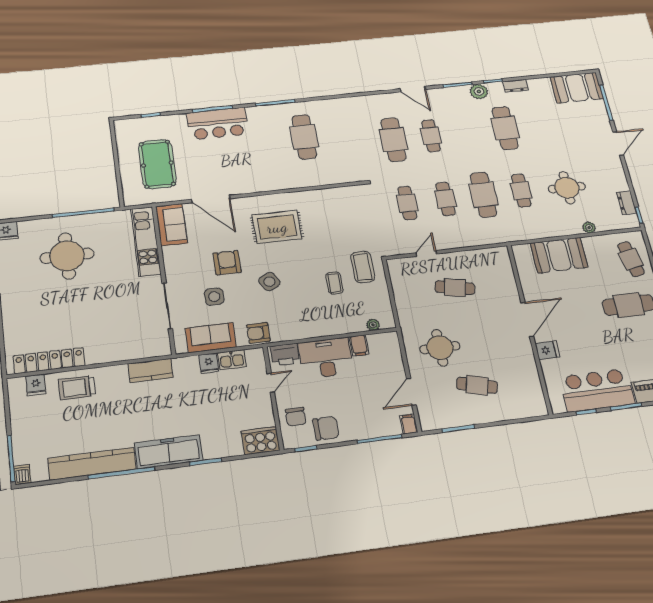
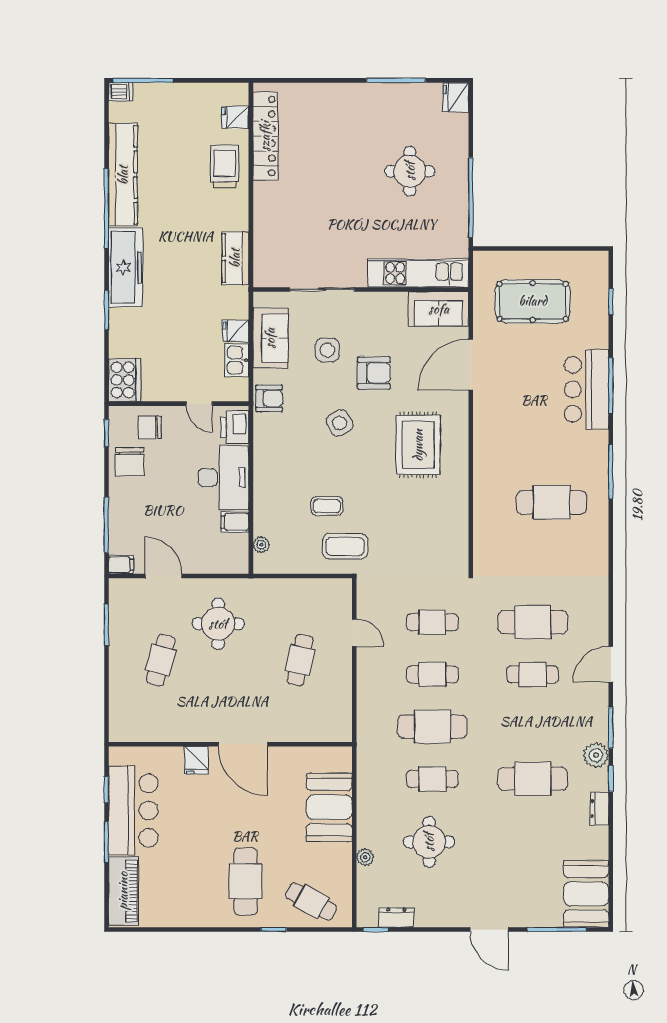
round table: (67, 256) -> (410, 171), width x0.73, depth x0.73
cafe table: (631, 259) -> (311, 902), turned 40
armchair: (258, 333) -> (269, 398), turned 90

